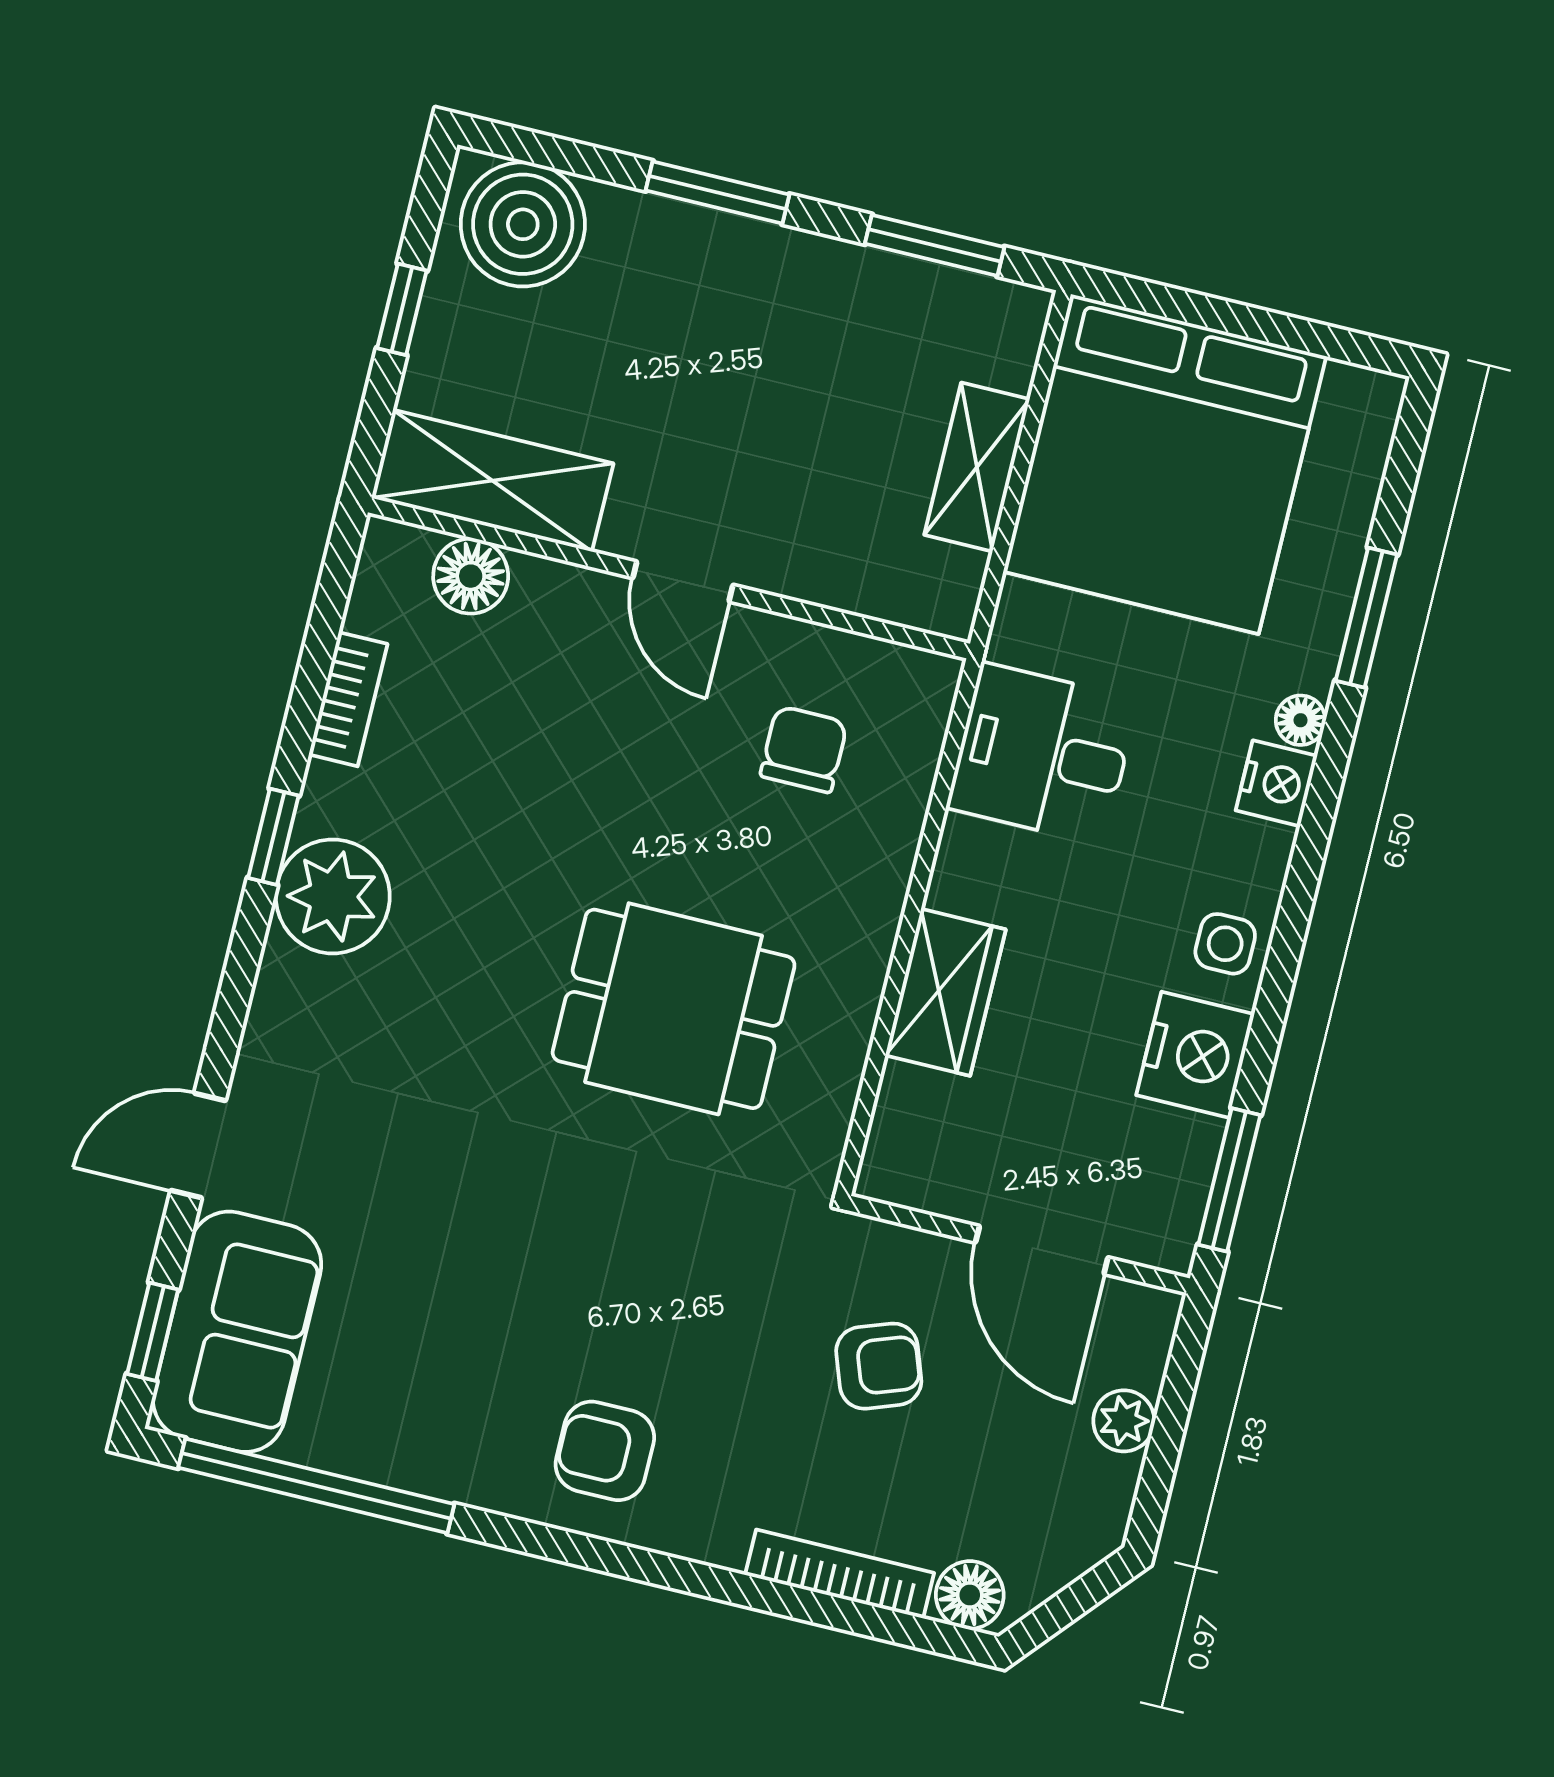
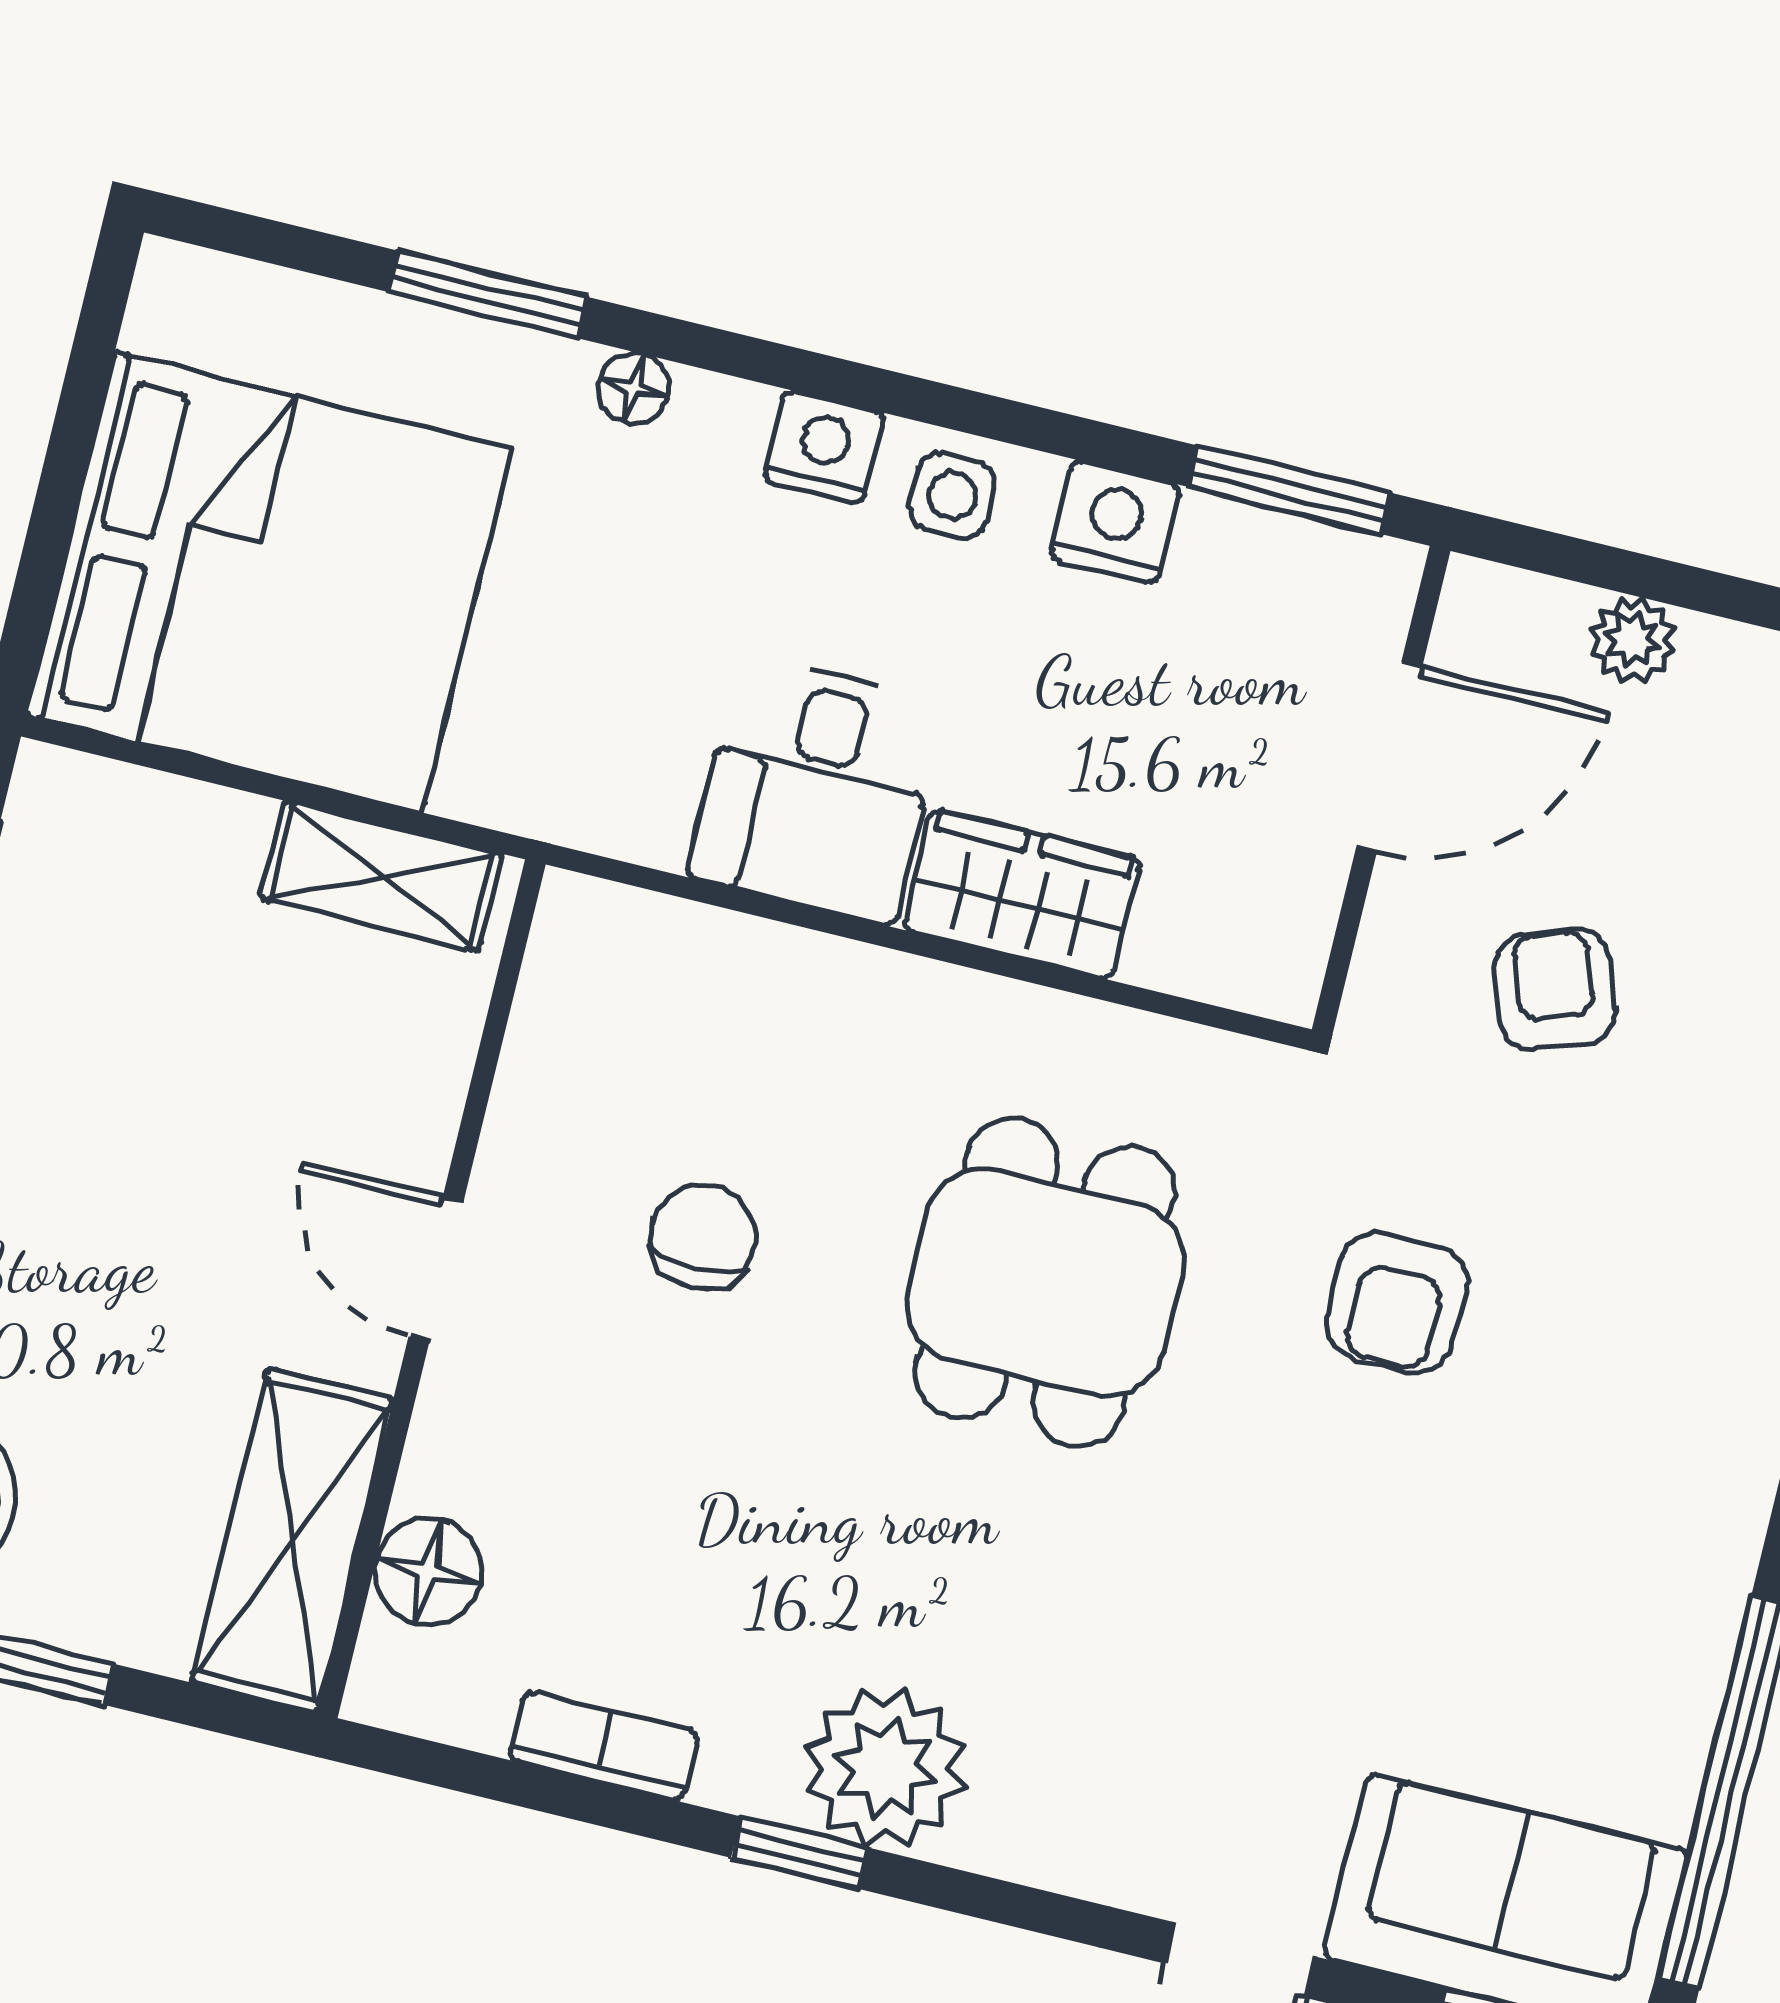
shelving: (977, 467) -> (382, 876), moved
door: (683, 581) -> (436, 1269), swing flipped
chair: (804, 749) -> (703, 1237), moved, turned 90
desk: (1042, 754) -> (817, 789), moved
nightstand: (1276, 783) -> (824, 447), moved
nightstand: (1195, 1055) -> (1115, 522), width x0.74, depth x0.75
armchair: (605, 1451) -> (1397, 1303), moved

